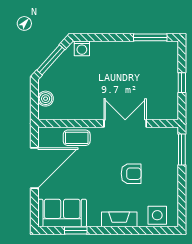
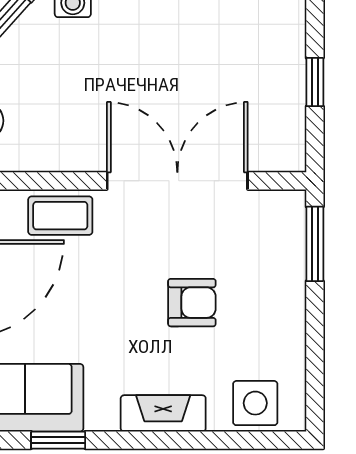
double door: (125, 123) -> (177, 181), width x1.37

